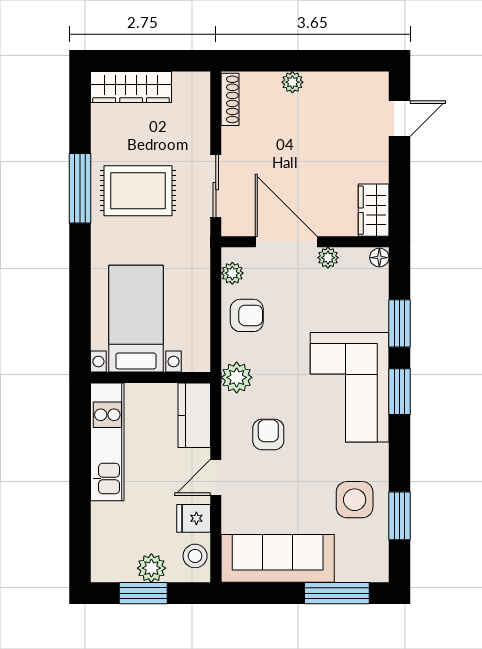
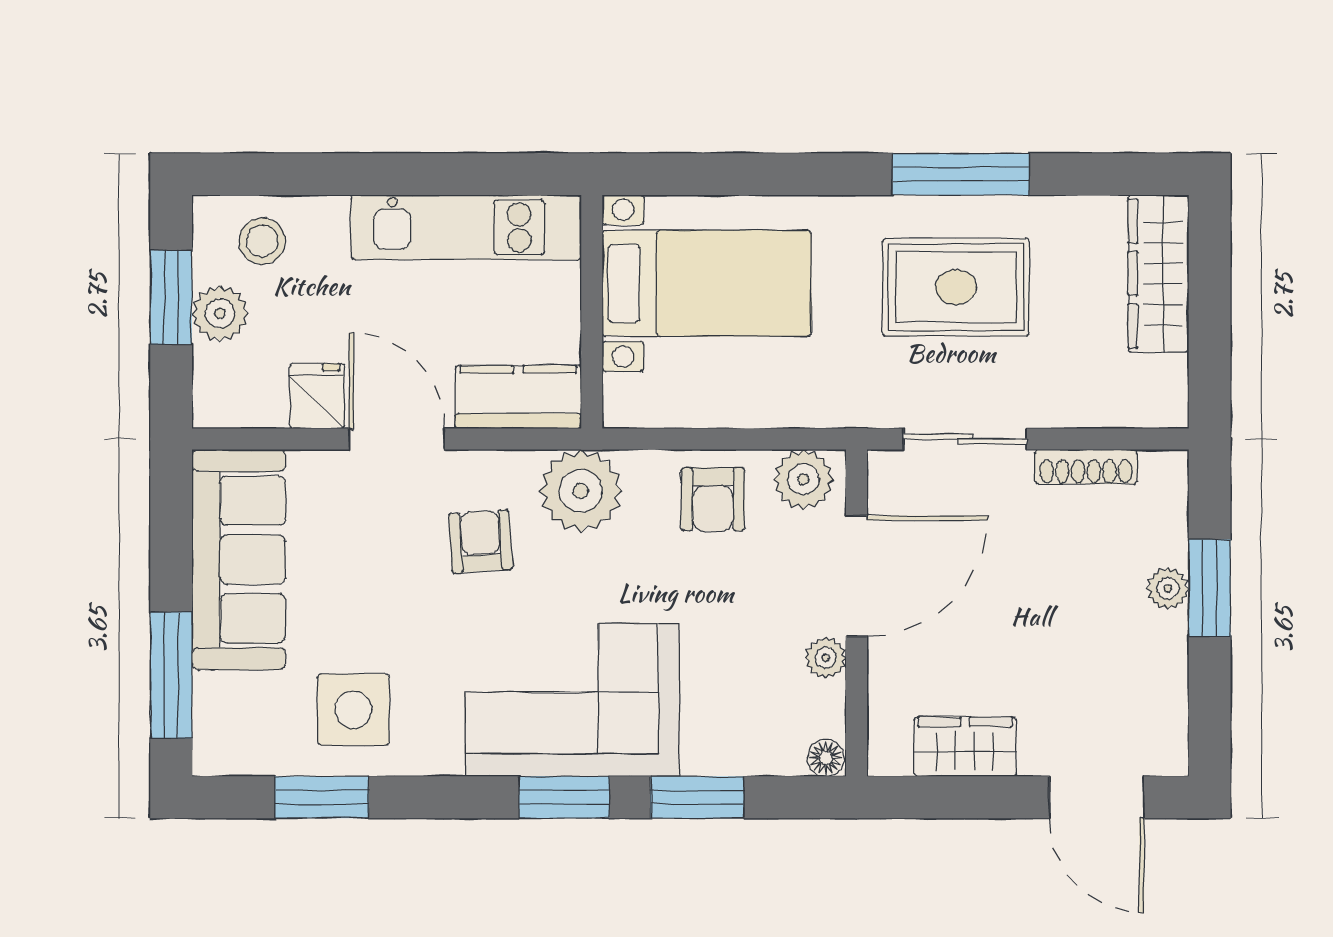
window: (292, 61) -> (1210, 588), added
shoe rack: (230, 99) -> (1086, 467), moved
door: (399, 119) -> (1097, 797), width x1.38
rug: (138, 191) -> (956, 287), turned 90
wardrobe: (374, 210) -> (965, 747), moved
plant: (232, 273) -> (803, 479), width x1.38, depth x1.38
plant: (237, 377) -> (581, 491), width x1.36, depth x1.36
armchair: (268, 434) -> (481, 541), turned -94
door: (216, 477) -> (397, 439), width x1.38
stool: (195, 556) -> (262, 241), moved

